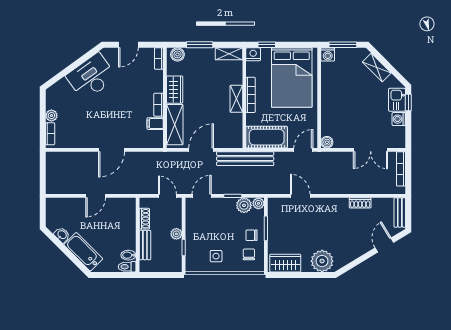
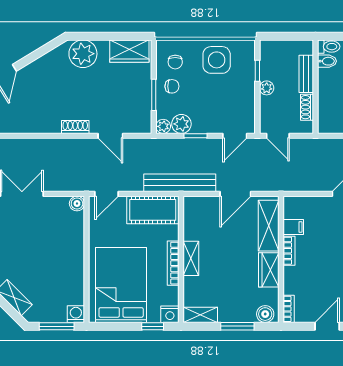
shoe rack: (360, 203) -> (75, 127), moved
side table: (216, 256) -> (217, 60), width x1.87, depth x1.87

